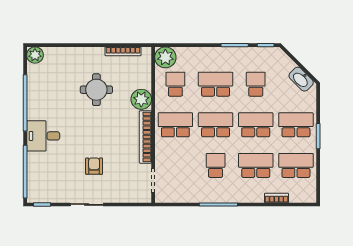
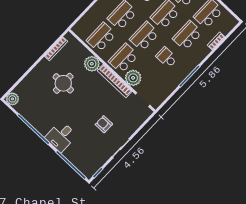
plant: (165, 57) -> (133, 78), moved
school desk: (175, 84) -> (101, 37), width x1.85

